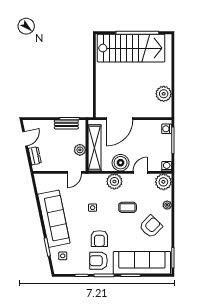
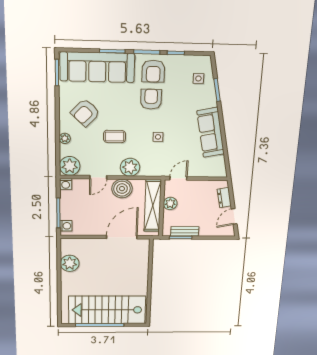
sofa: (54, 219) -> (211, 132), width x0.74, depth x0.79
armchair: (98, 261) -> (153, 71), turned 90

